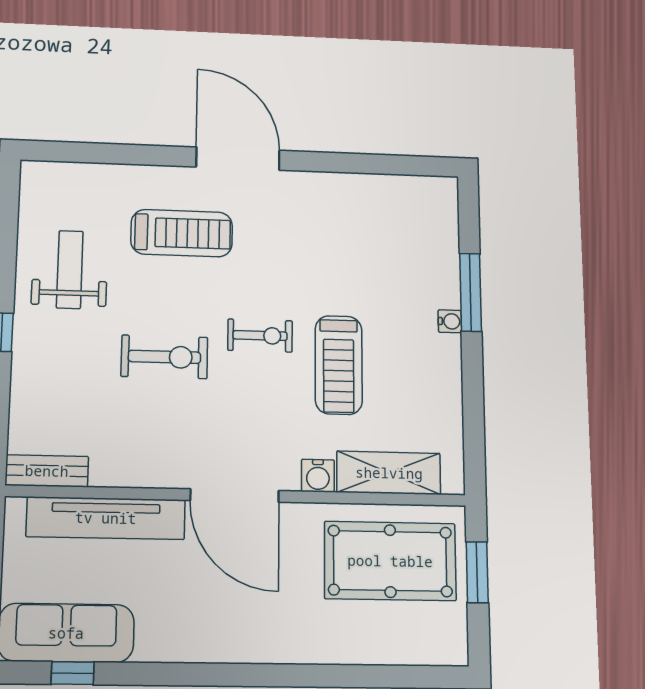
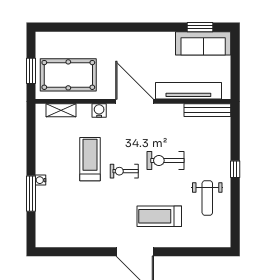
bench: (47, 471) -> (207, 110), width x1.36
shelving: (389, 473) -> (61, 110), width x0.67, depth x0.75
window: (73, 673) -> (200, 27), width x1.50

